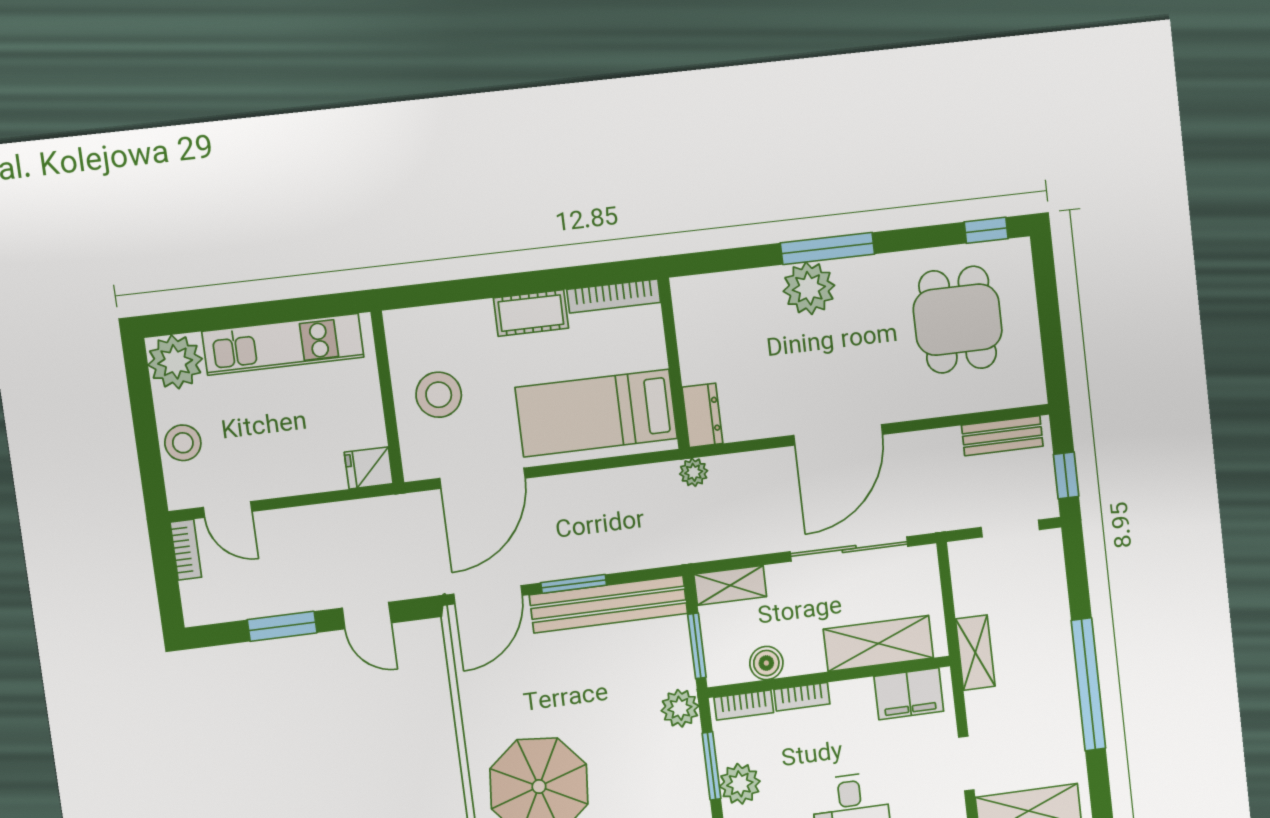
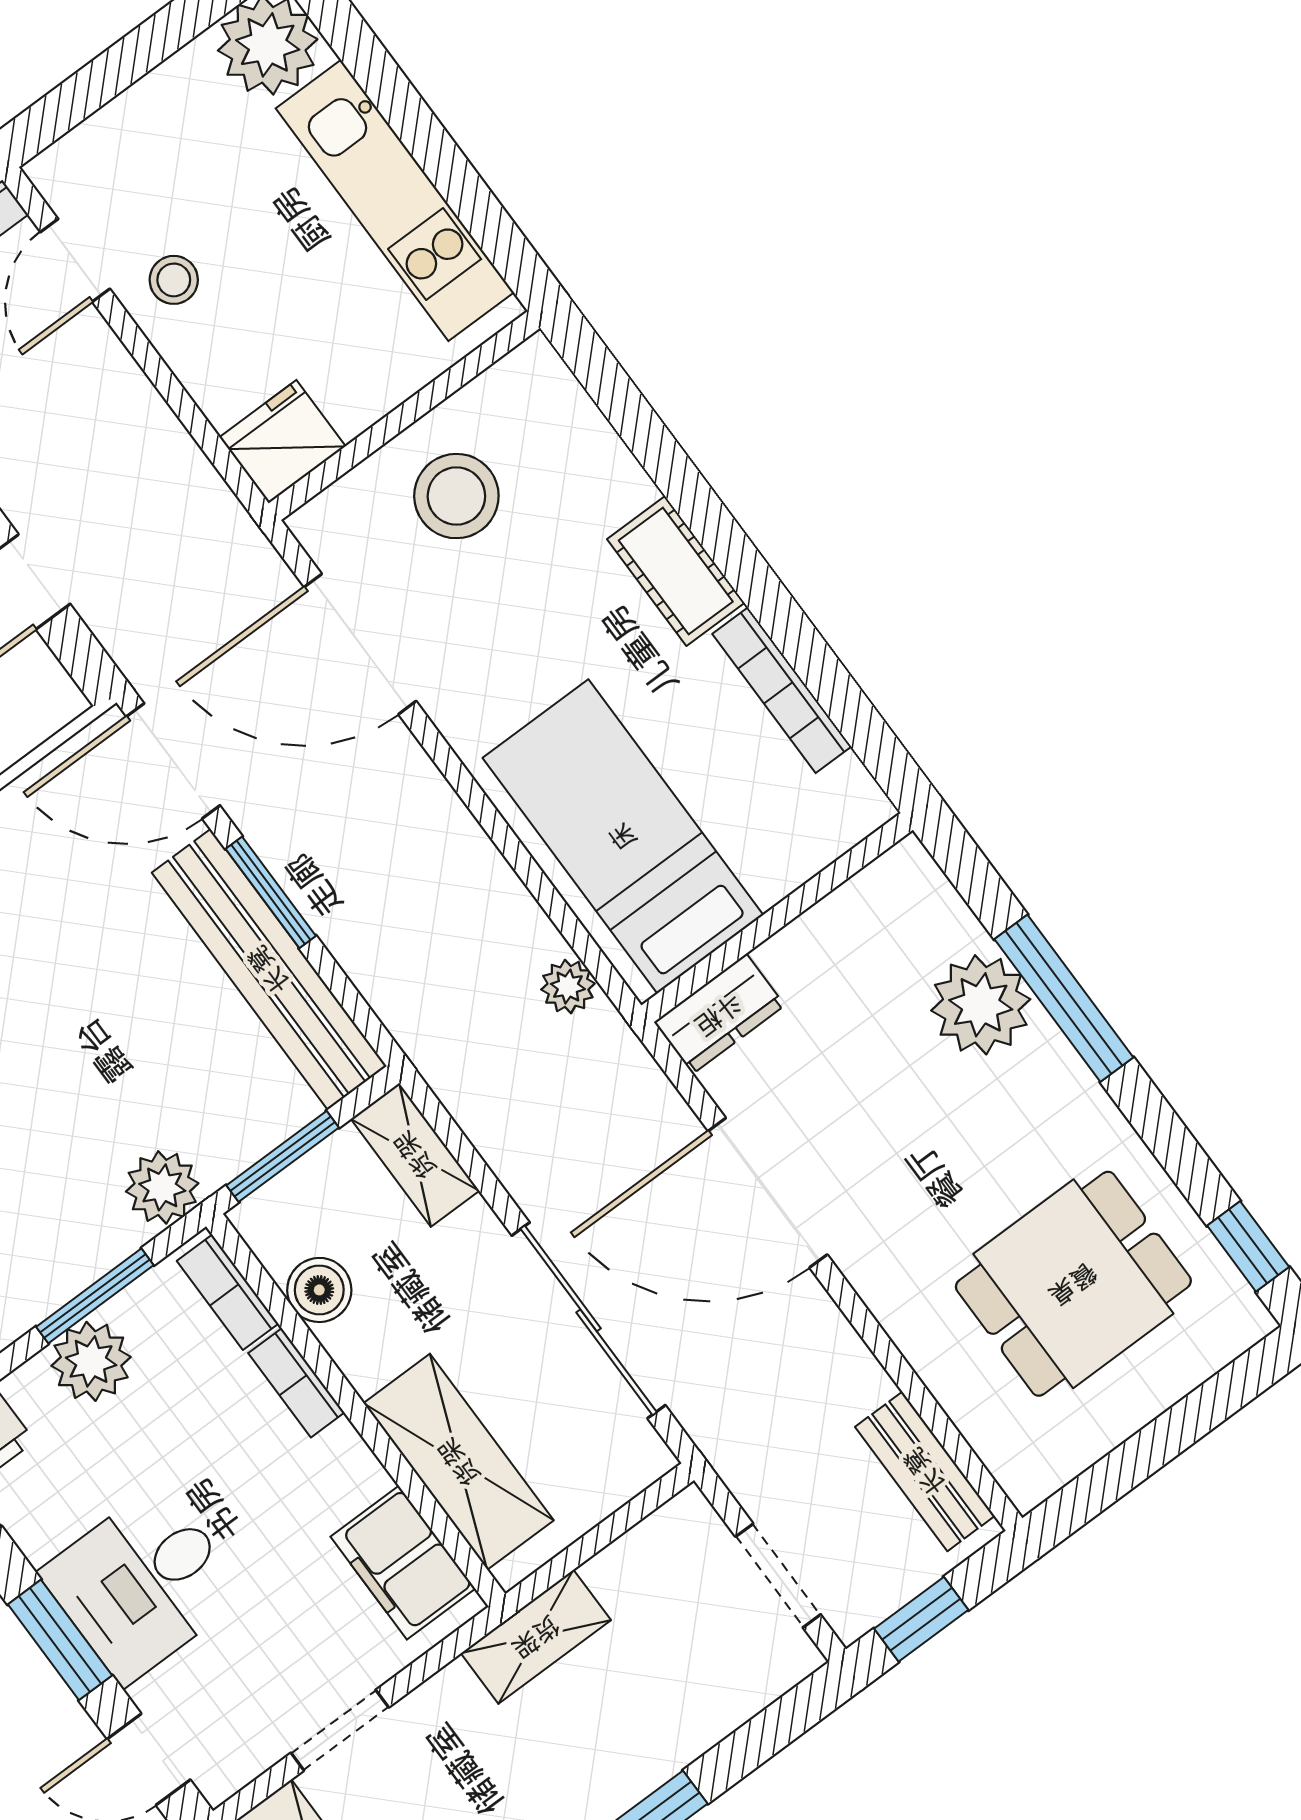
wall: (674, 364) -> (777, 918), moved
bed: (596, 413) -> (623, 836), moved
dresser: (702, 415) -> (719, 1014), moved
stool: (183, 443) -> (174, 280), moved, width x0.73, depth x0.73
fridge: (369, 468) -> (283, 442), width x1.38

